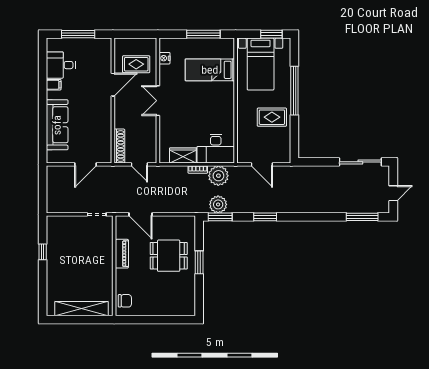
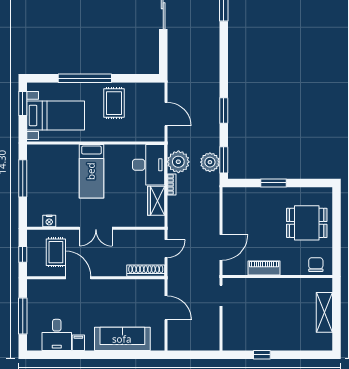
window: (134, 34) -> (23, 254), added
bed: (210, 70) -> (91, 171), moved
door: (262, 164) -> (166, 114), hinge flipped
dining table: (169, 256) -> (307, 223), moved, turned 90
shelving: (81, 309) -> (324, 312), width x0.68

